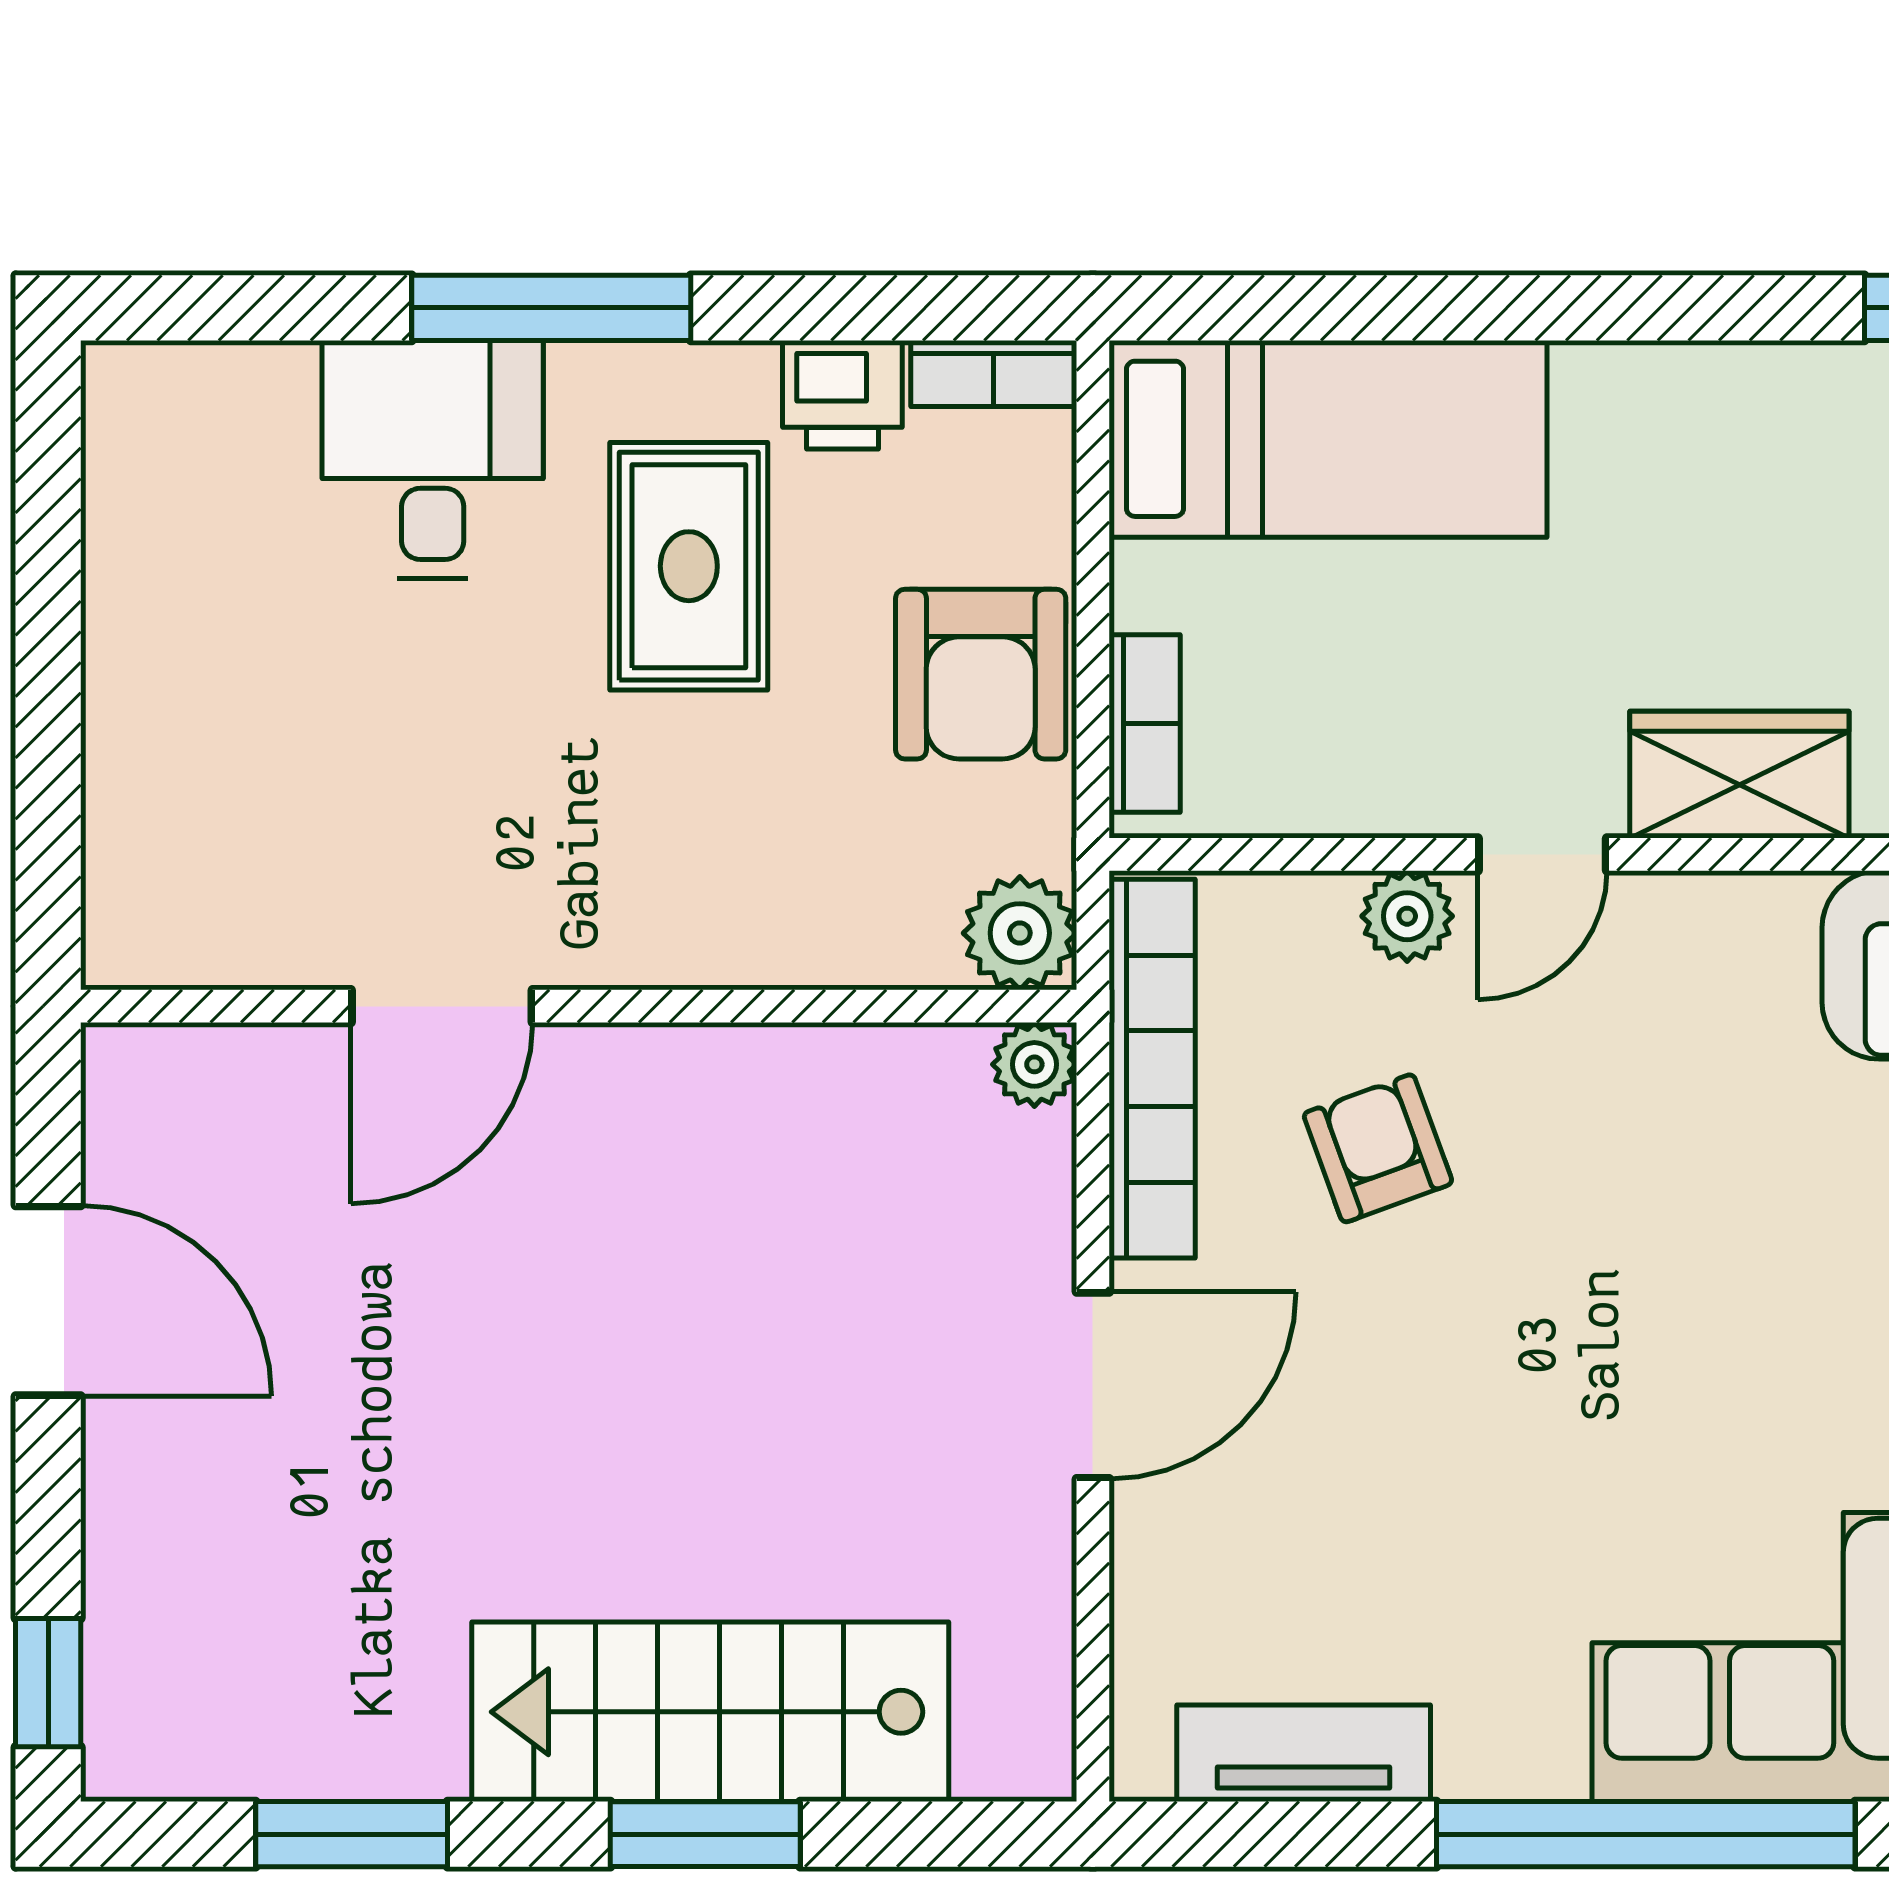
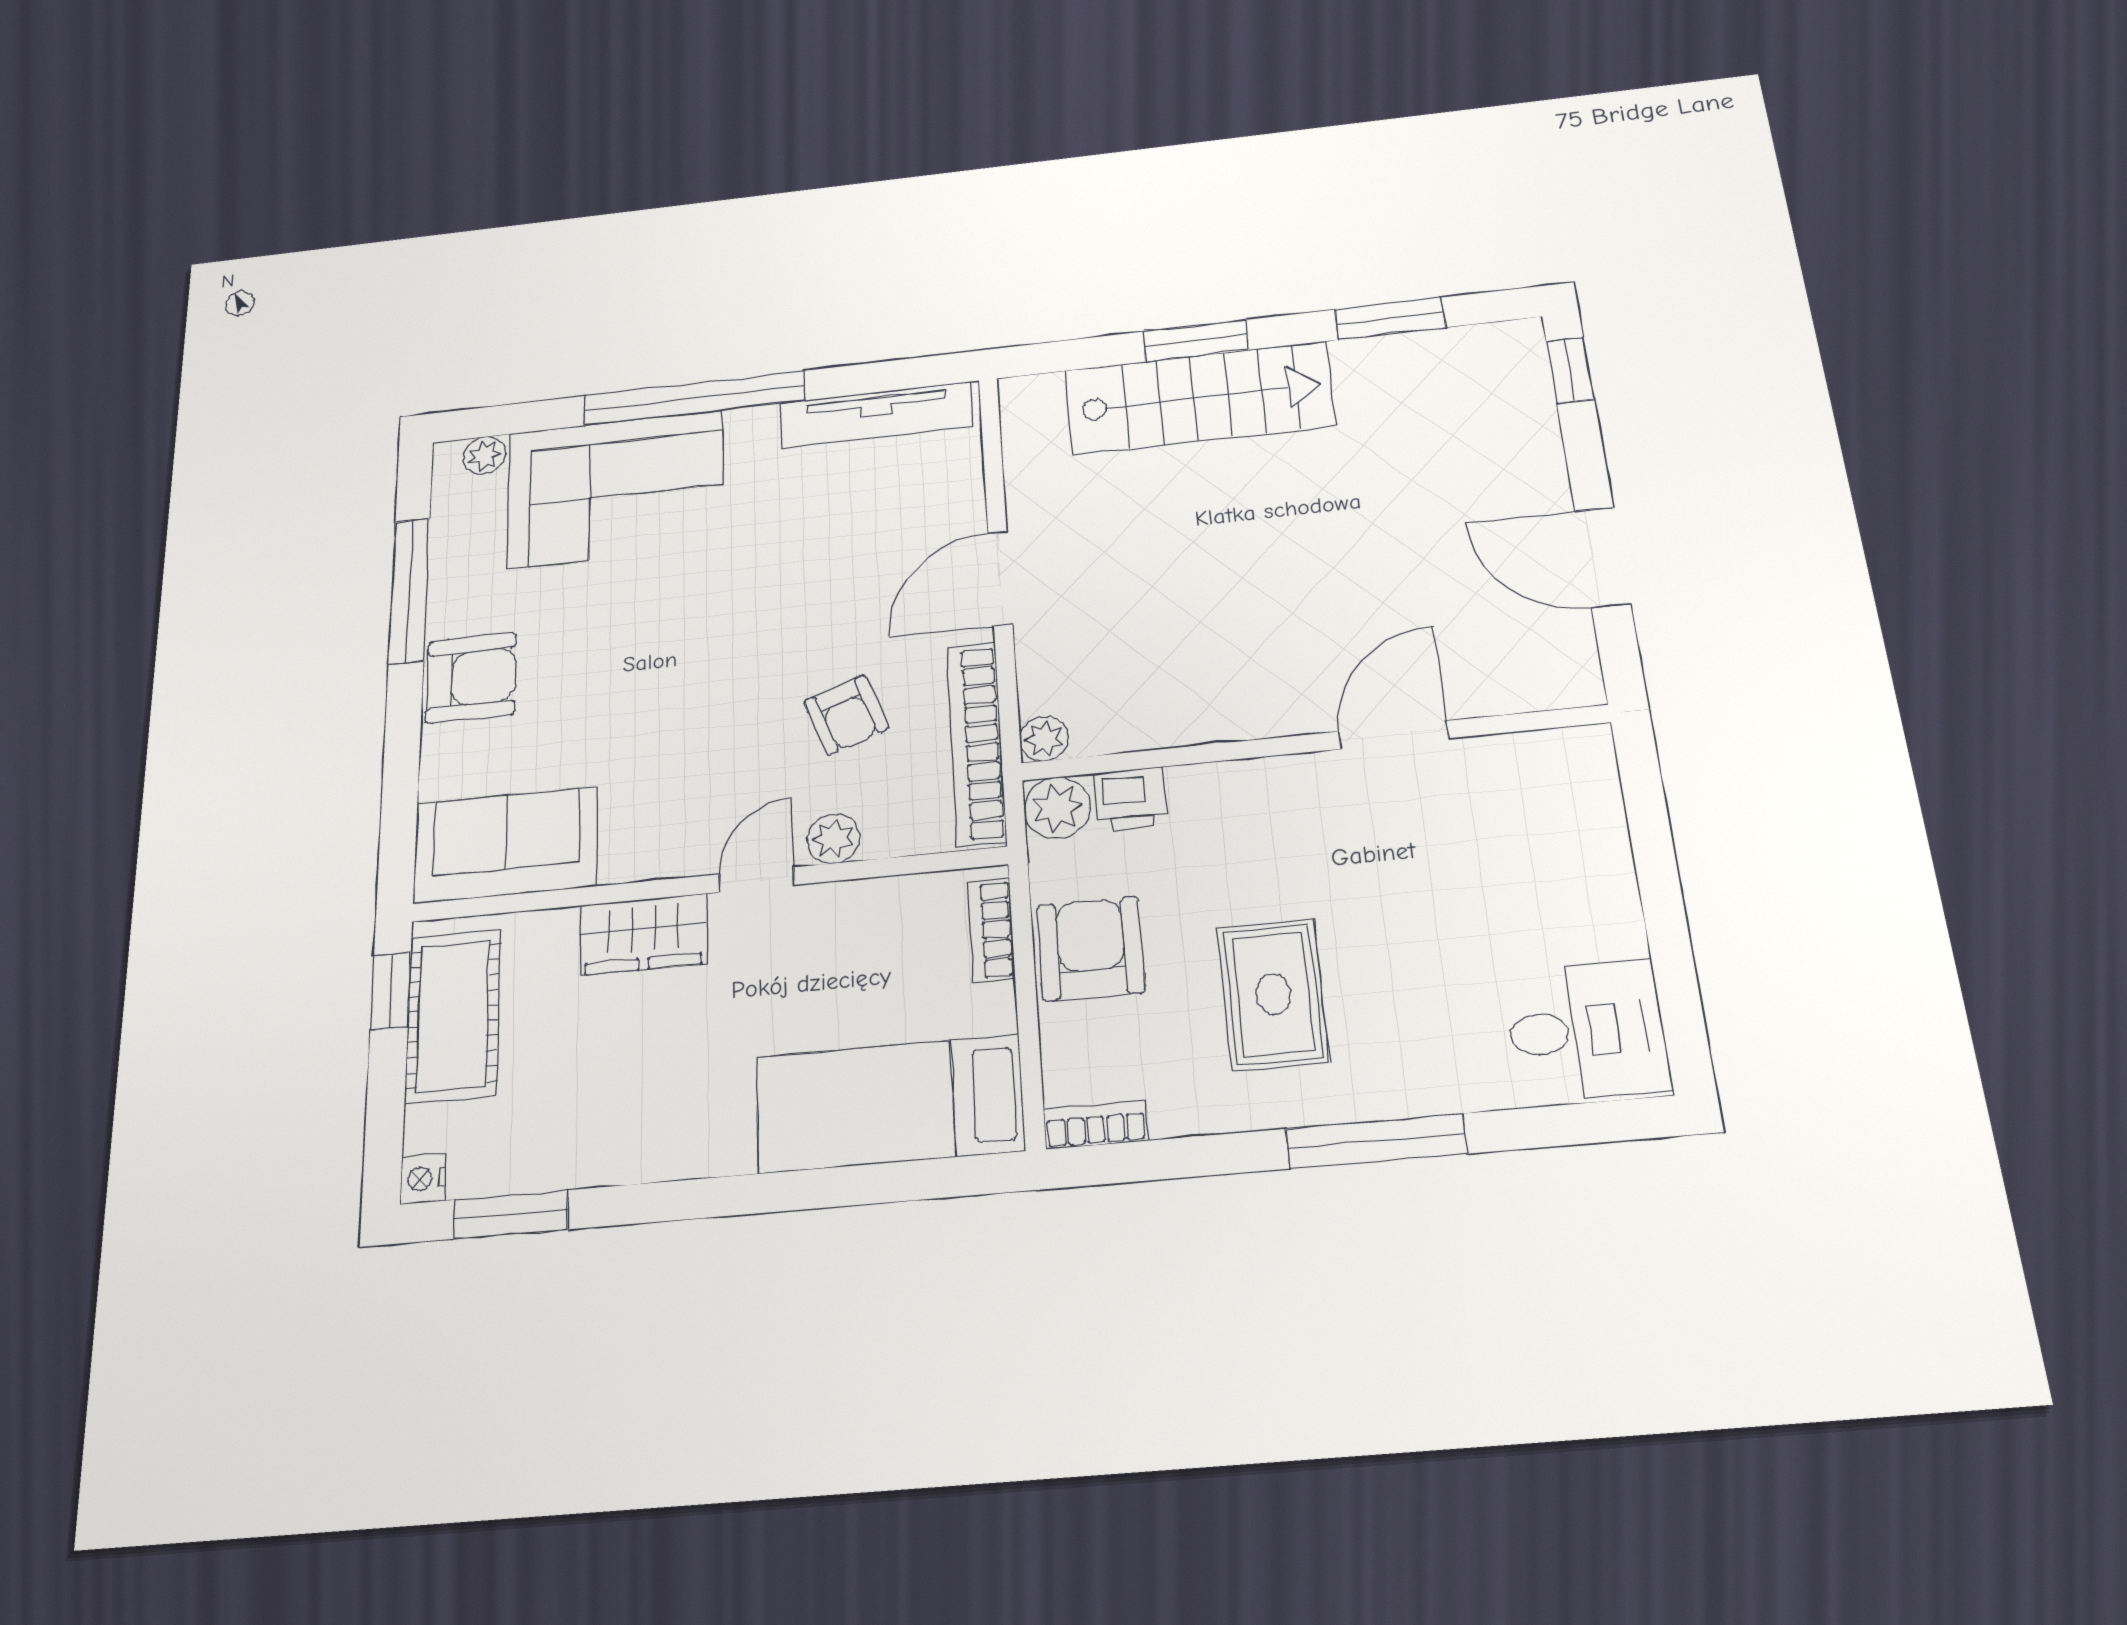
printer: (842, 395) -> (1130, 799), moved, turned 180
desk: (433, 459) -> (1587, 1030), moved, turned -90
tv unit: (1304, 1753) -> (876, 415), width x1.41

